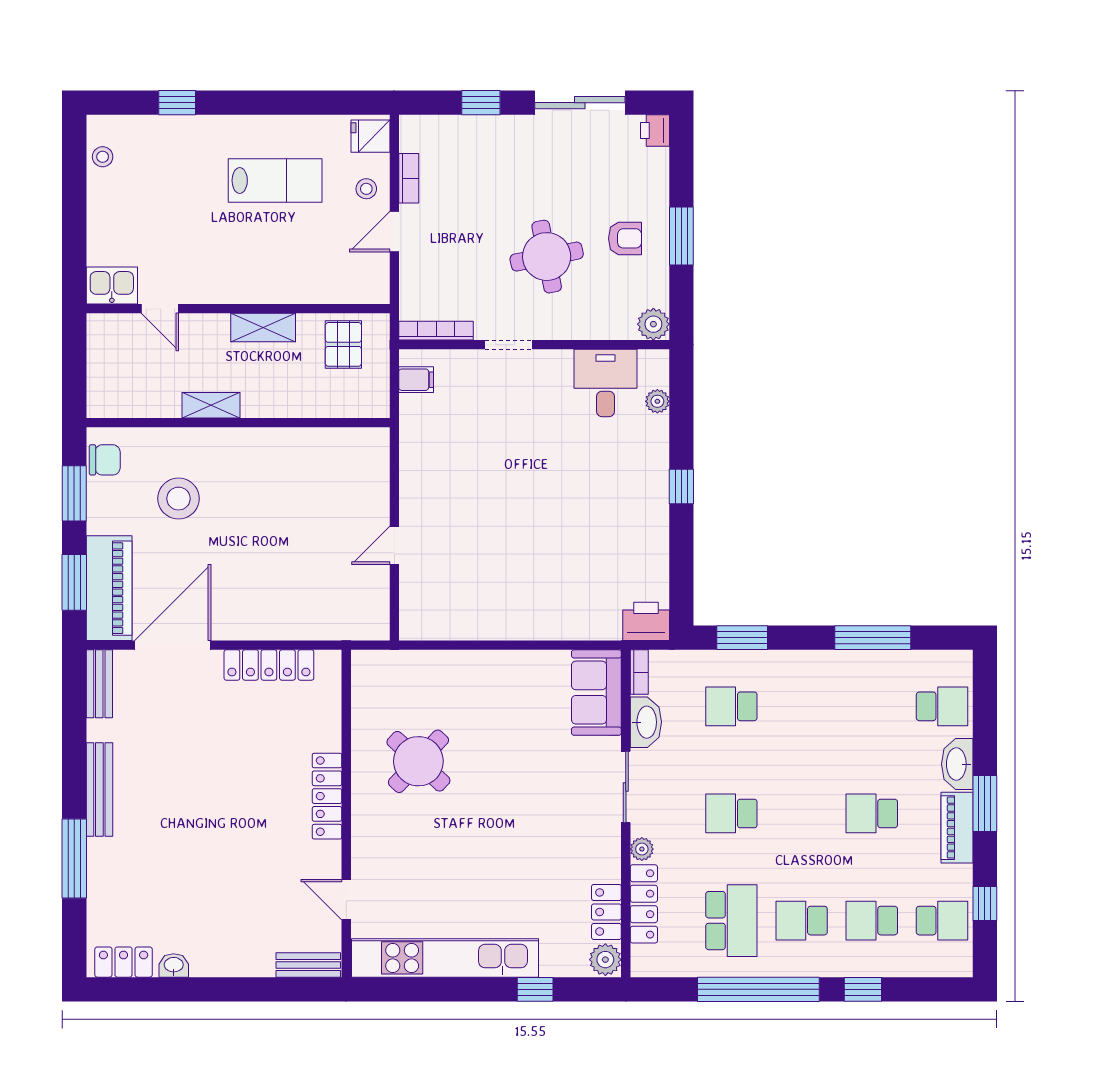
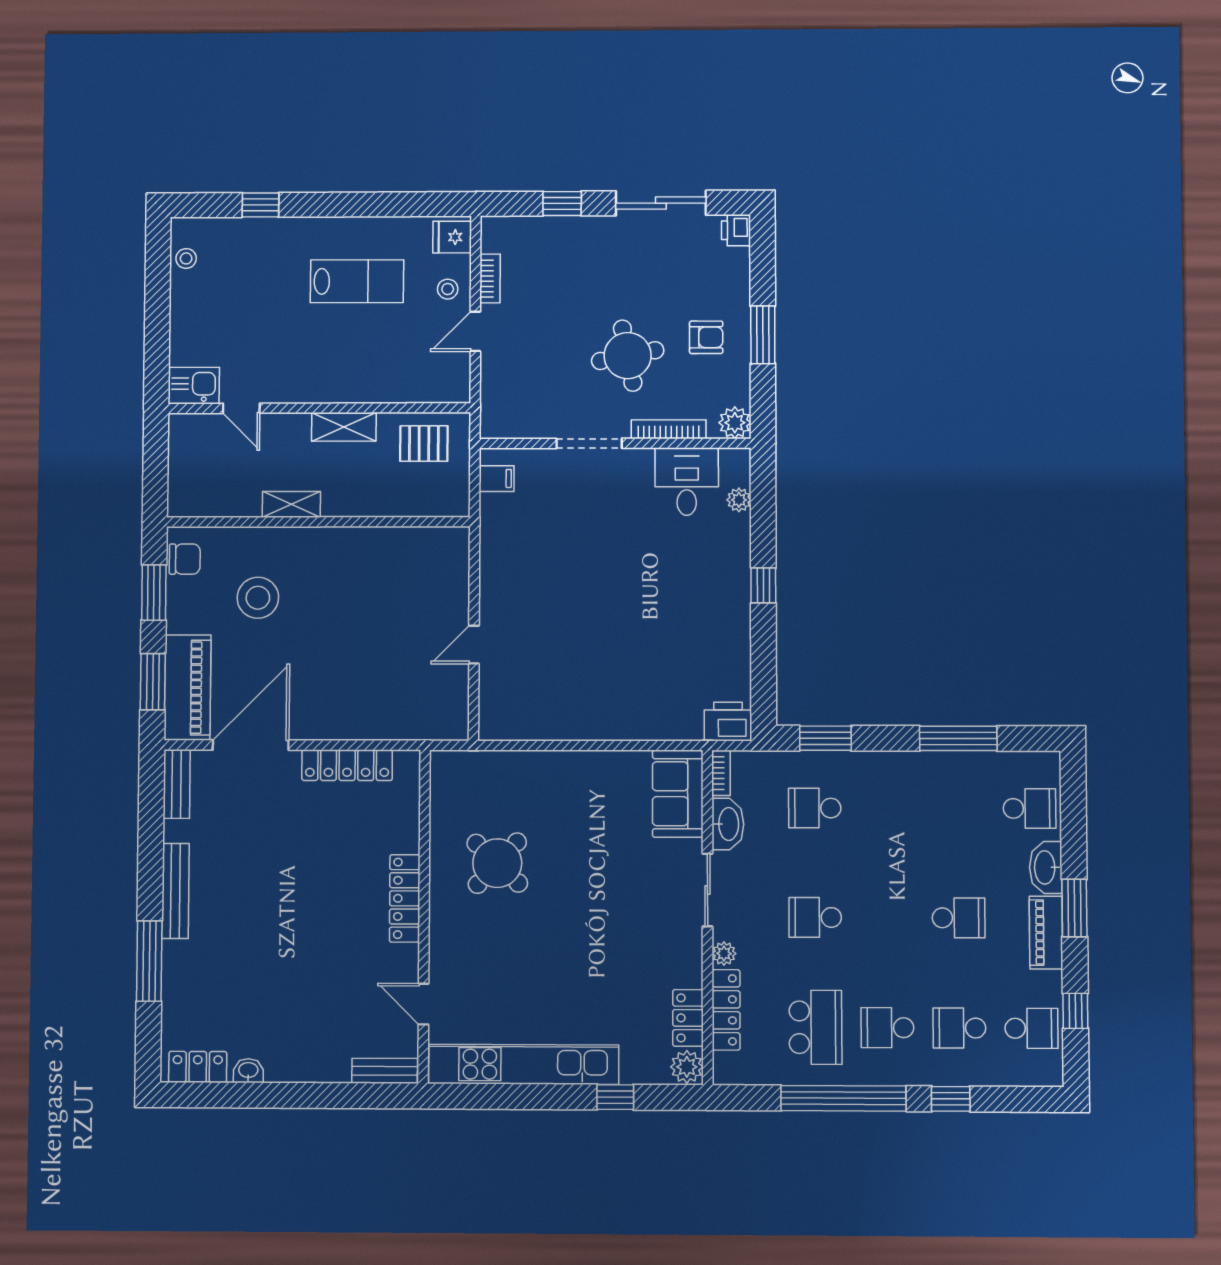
bookcase: (436, 331) -> (669, 429), moved
pallet: (343, 344) -> (424, 444), turned 90
doorway: (508, 345) -> (589, 443), width x1.38
school desk: (872, 813) -> (959, 918), turned 180

